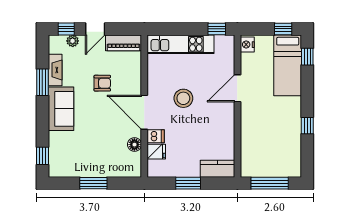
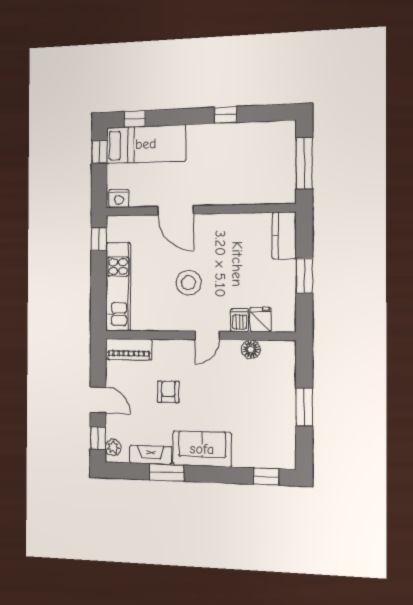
plant: (73, 41) -> (113, 447), moved
piano: (124, 43) -> (129, 349), moved, turned 90
door: (144, 112) -> (207, 336), width x0.53

